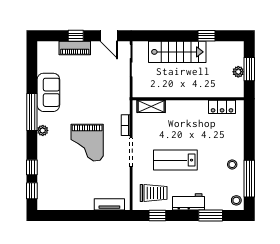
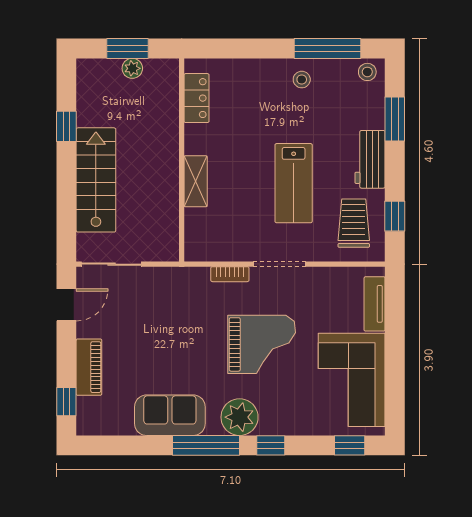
window: (76, 36) -> (66, 402), moved
shelving: (151, 106) -> (196, 181), moved
plant: (43, 130) -> (240, 417), width x1.88, depth x1.88
window: (32, 167) -> (271, 445), moved
corner sofa: (68, 192) -> (352, 380), added

